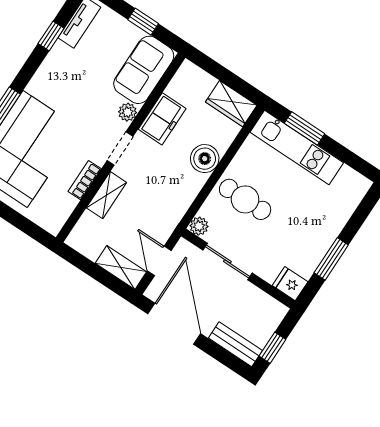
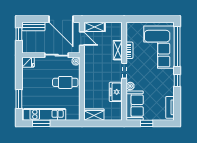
window: (51, 36) -> (177, 80), moved
window: (305, 128) -> (41, 123), moved
kitchen unit: (297, 147) -> (45, 114), moved
boiler: (205, 159) -> (90, 88), removed
window: (331, 259) -> (19, 99), moved

